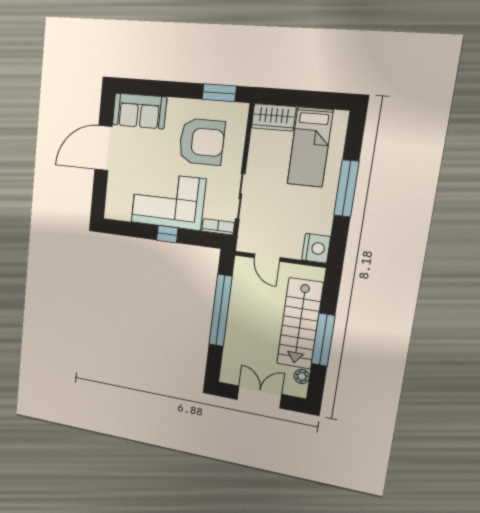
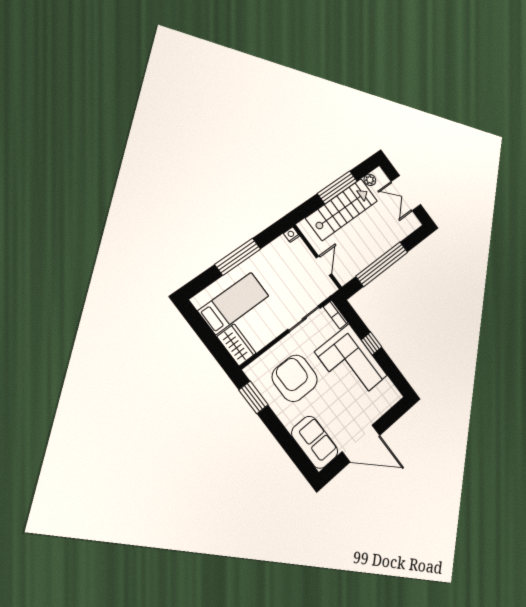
nightstand: (316, 248) -> (291, 235), width x0.53, depth x0.56

